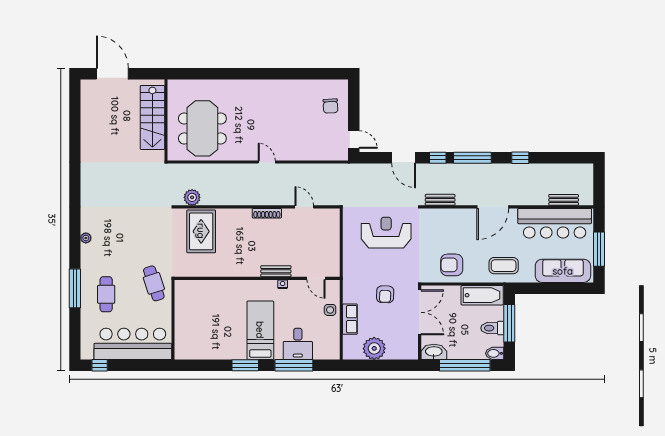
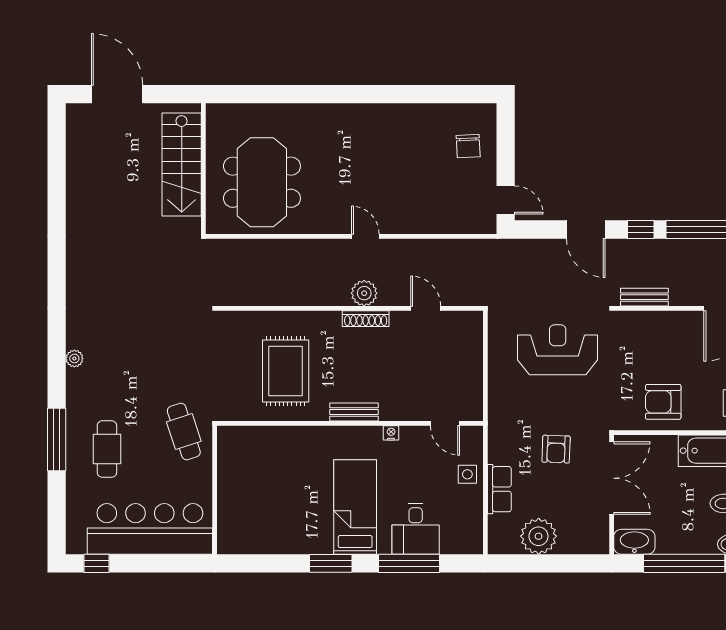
plant: (192, 197) -> (364, 293), moved
rug: (201, 231) -> (286, 371), moved
bench: (276, 271) -> (354, 412), moved

